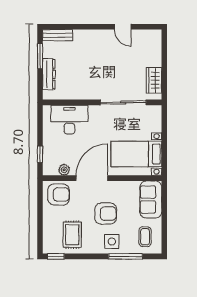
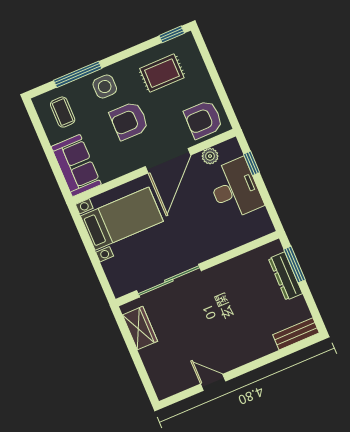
window: (40, 56) -> (295, 265), moved
desk: (69, 120) -> (235, 189), moved, turned -90
rug: (72, 235) -> (162, 73), turned 90

